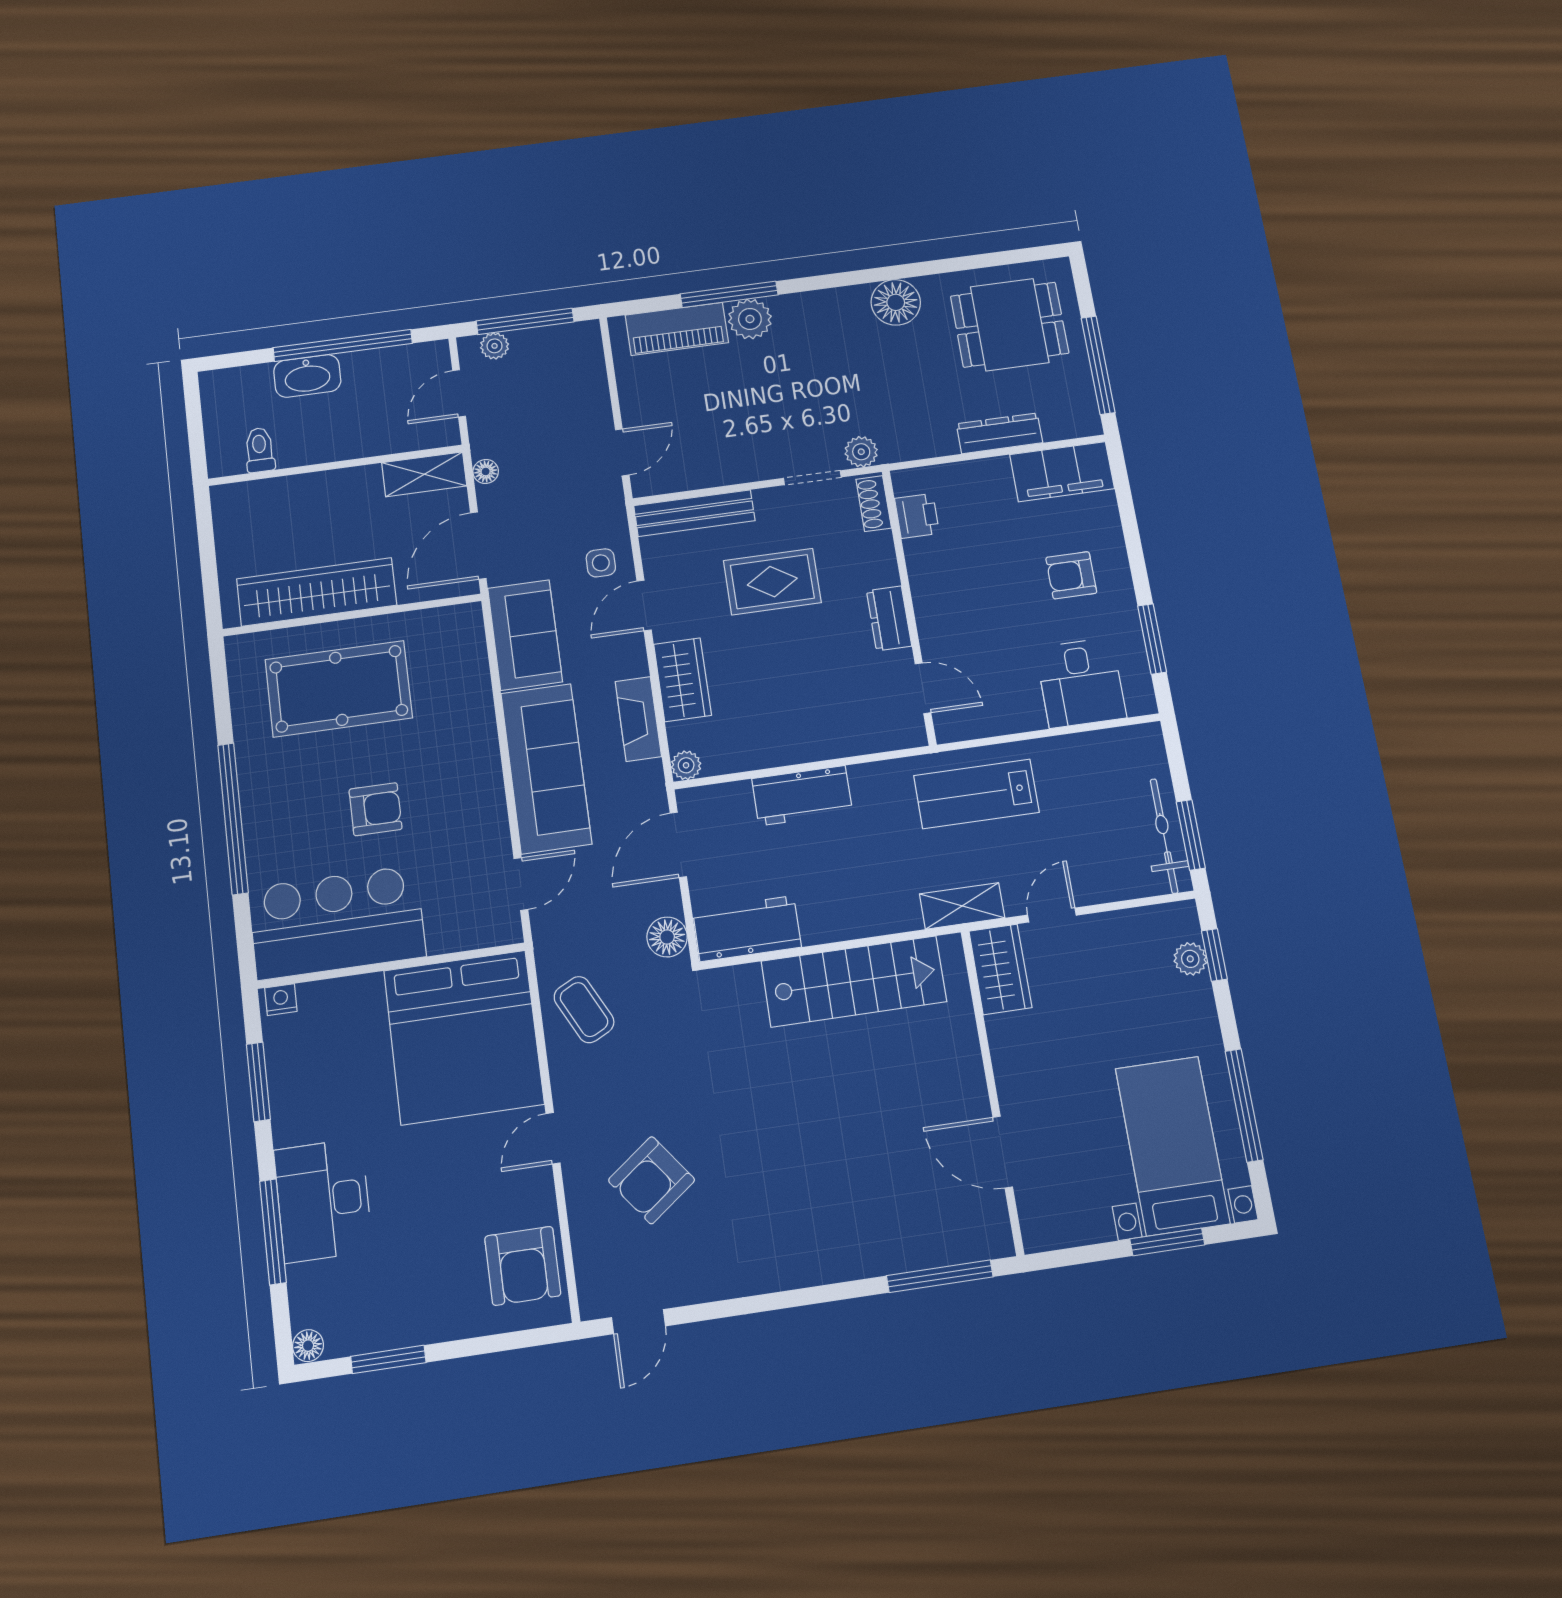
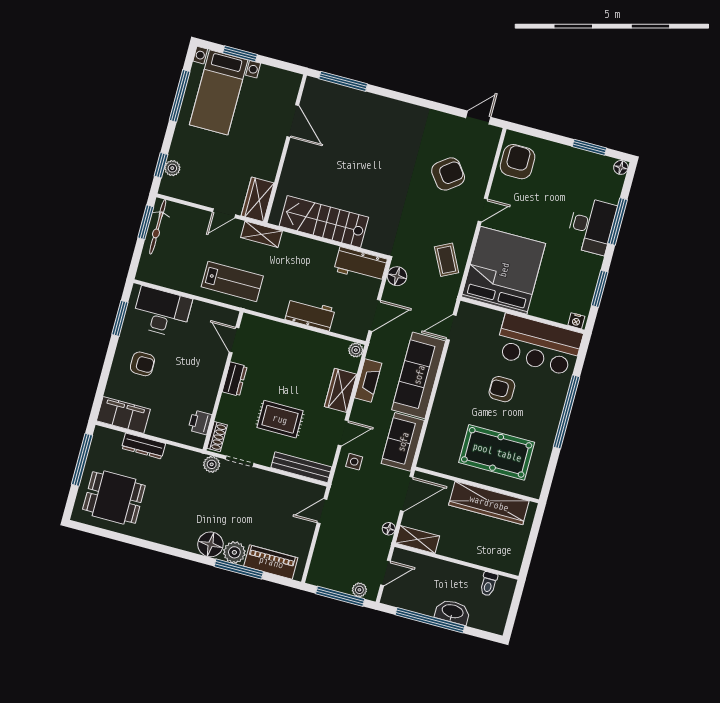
floor lamp: (896, 302) -> (210, 544), moved
desk: (1081, 683) -> (162, 312), width x1.37

